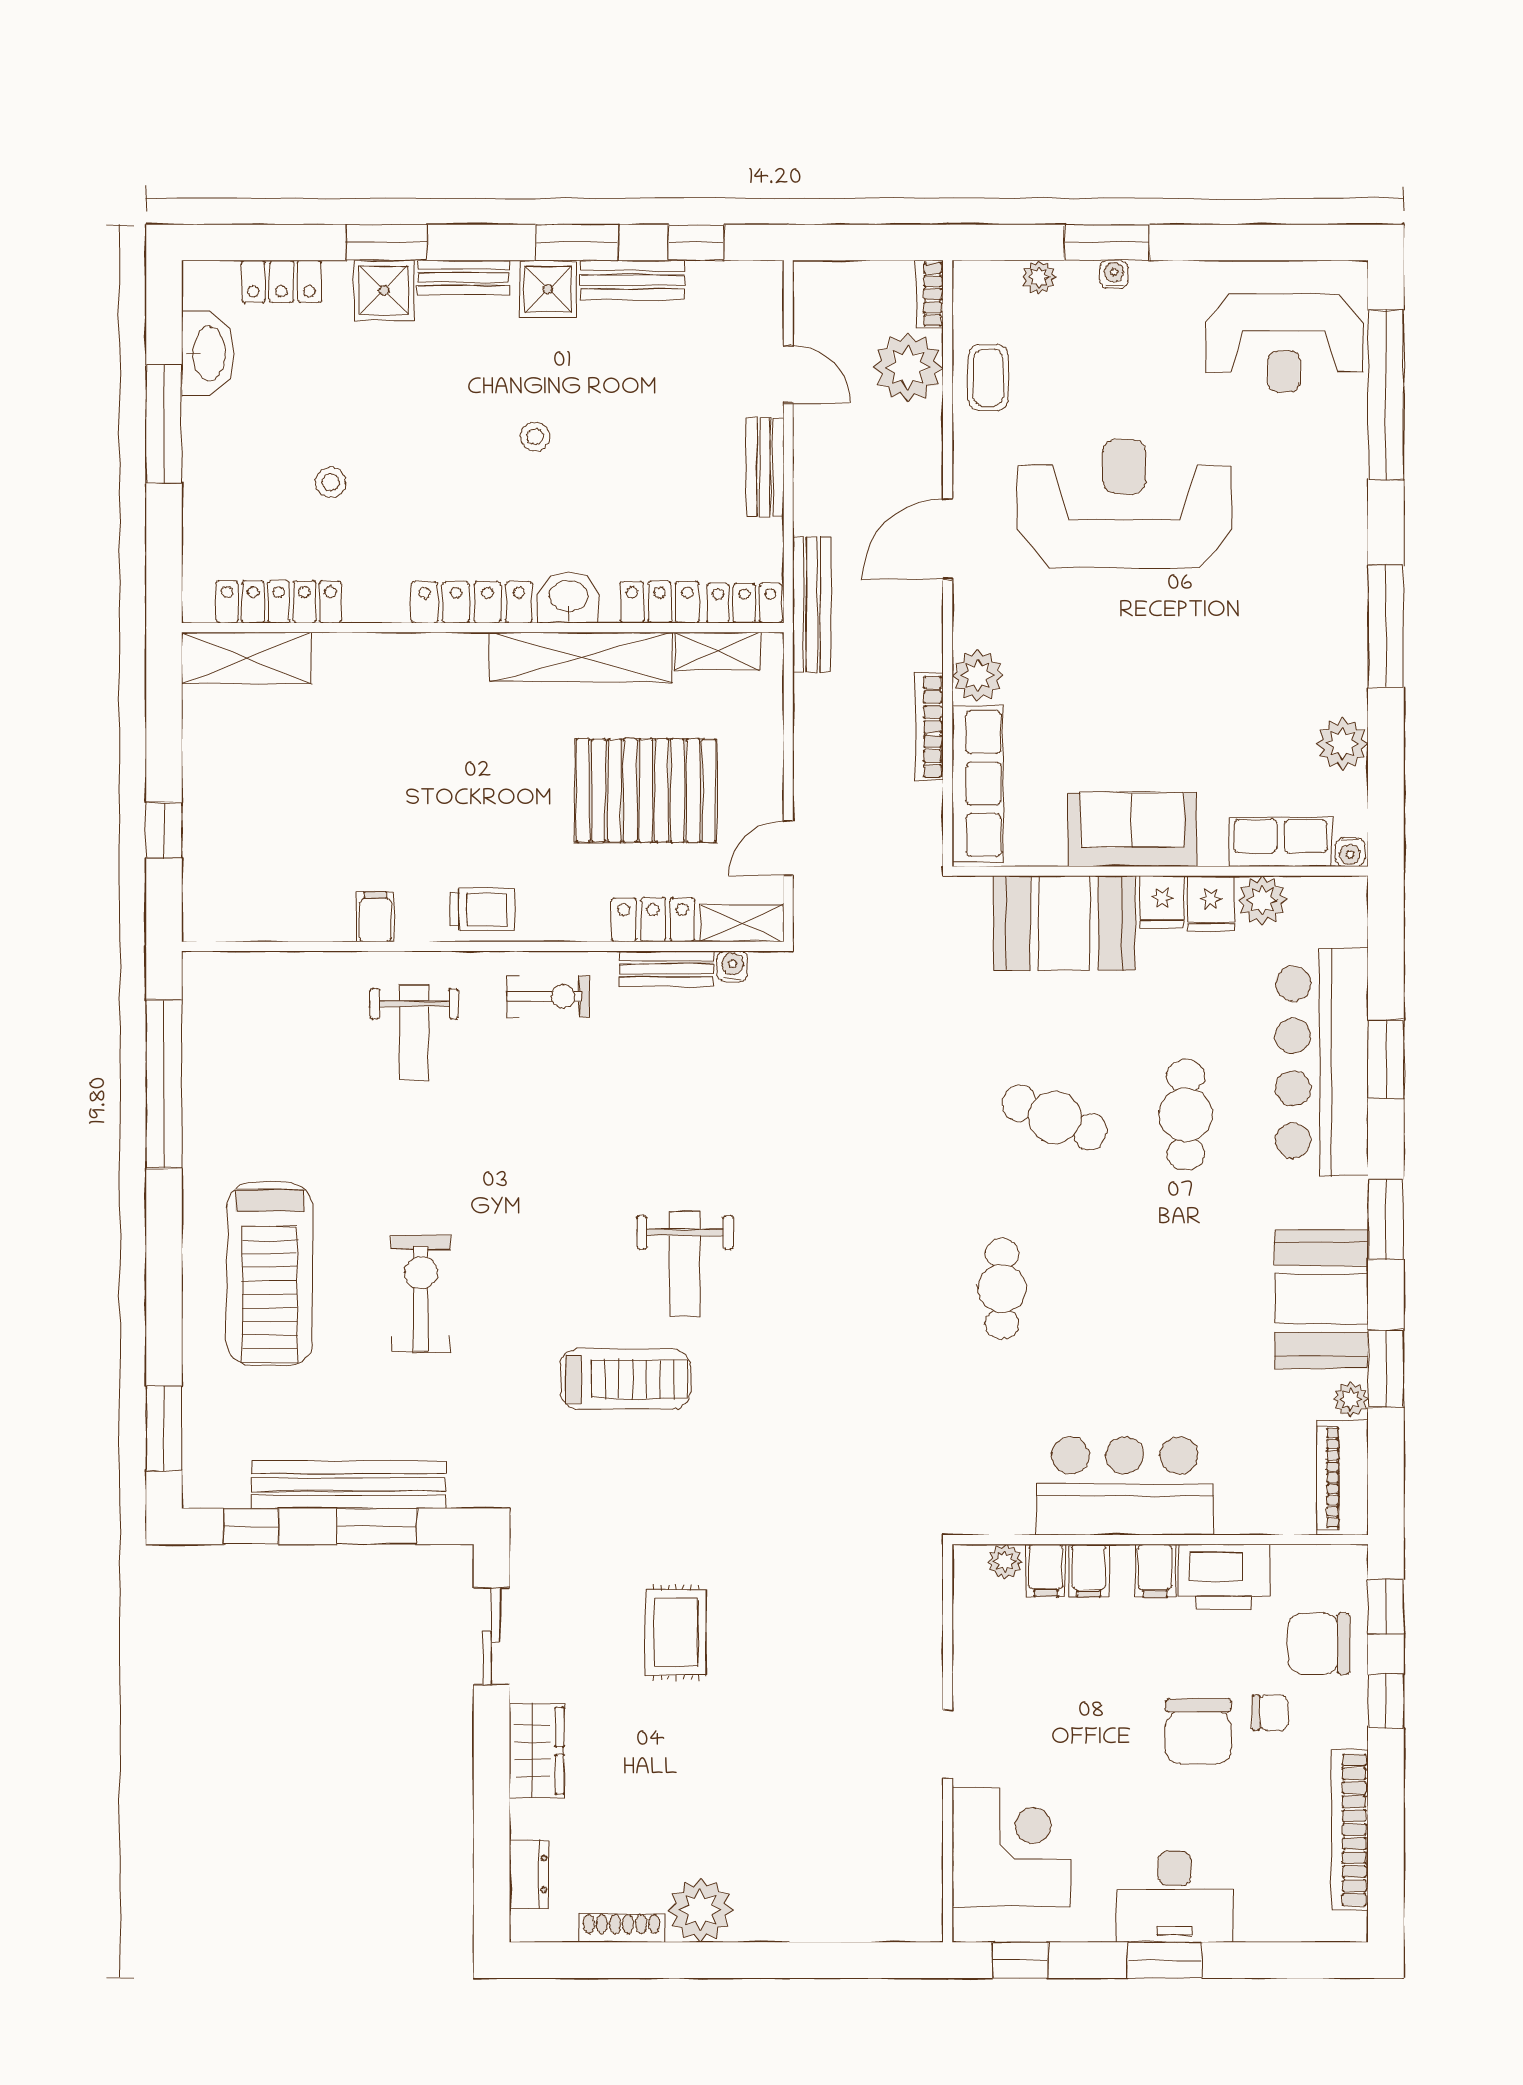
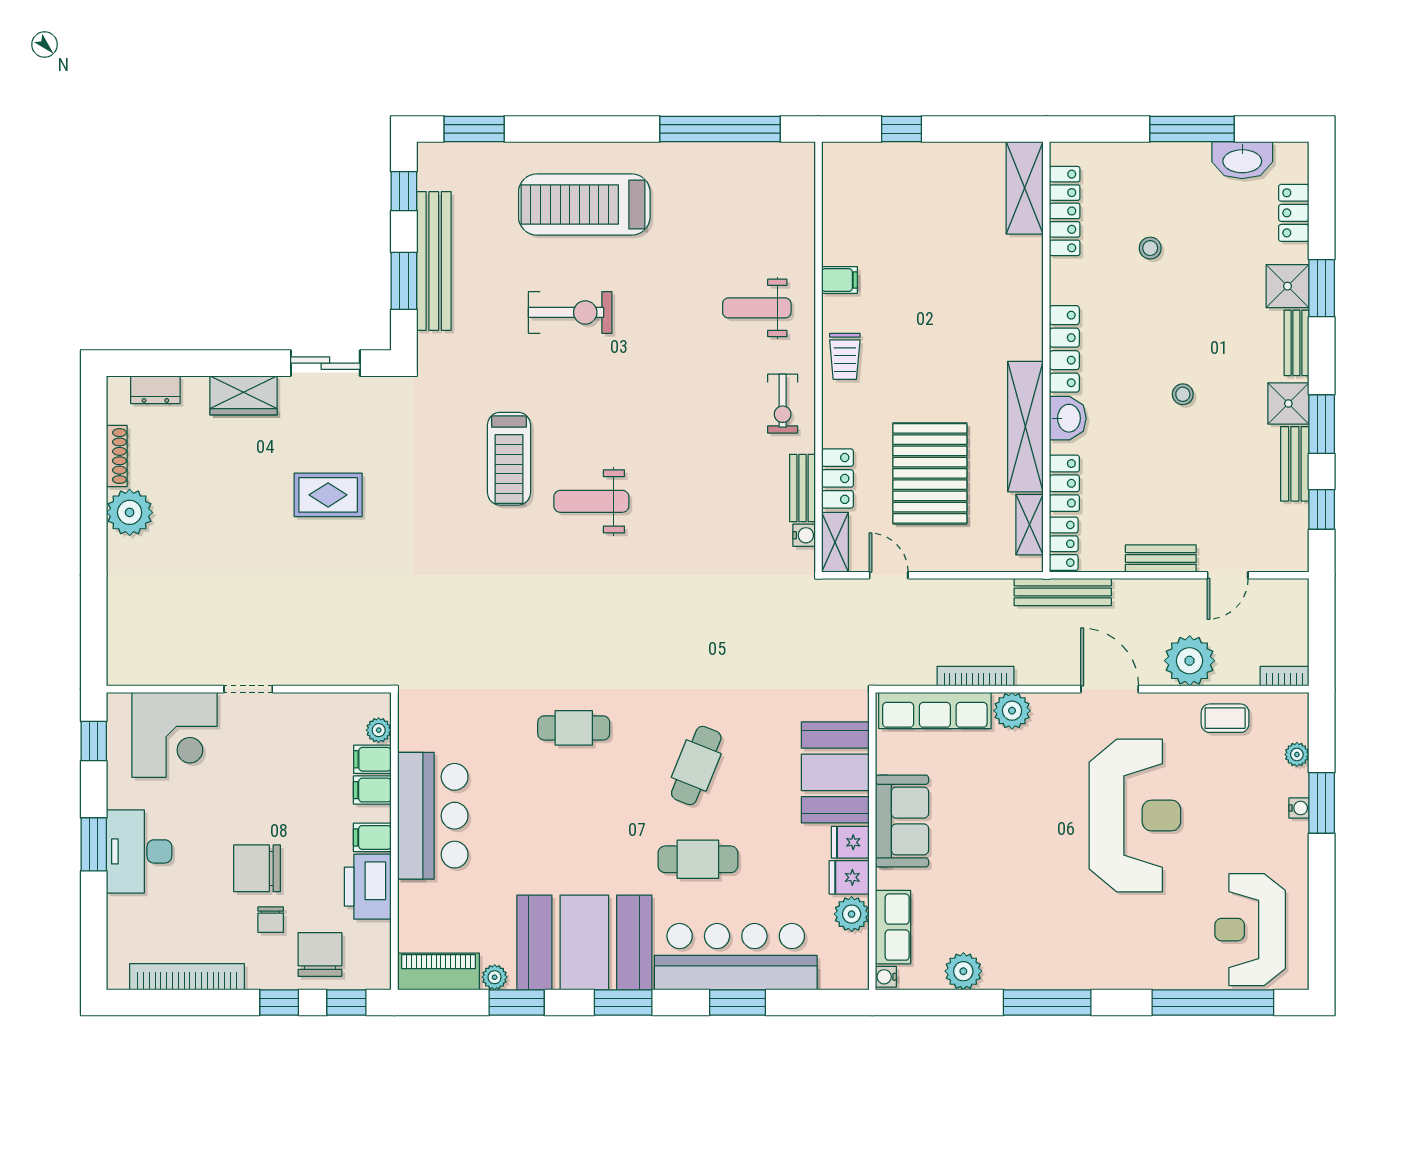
plant: (908, 367) -> (1190, 661), moved
booth: (1322, 1299) -> (584, 942), width x1.36, depth x1.42

